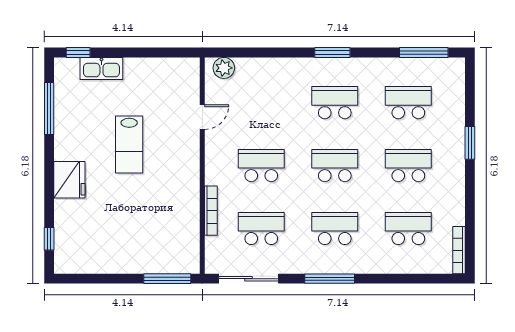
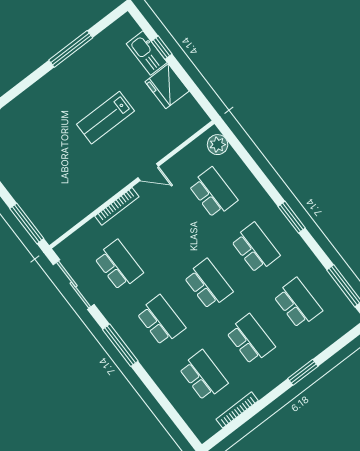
window: (78, 53) -> (162, 48), moved
window: (49, 109) -> (71, 49), moved
door: (202, 117) -> (148, 172), moved
school desk: (261, 166) -> (213, 193), moved
fridge: (69, 180) -> (167, 86), moved, turned 90
bookcase: (211, 211) -> (117, 206), moved
bookcase: (459, 250) -> (237, 410), moved

